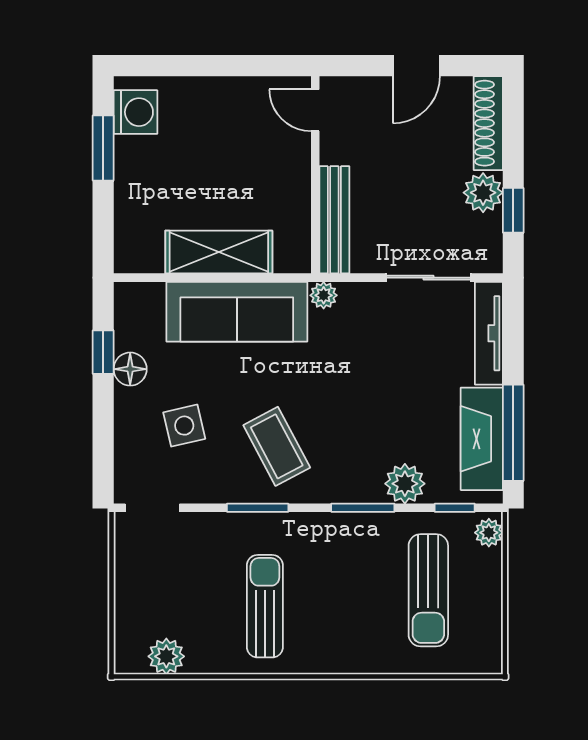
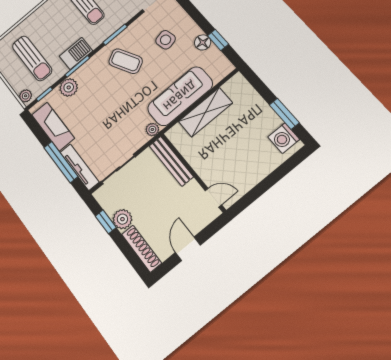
window: (513, 433) -> (61, 162), moved
barbecue: (348, 533) -> (76, 53), added
sun lounger: (428, 590) -> (32, 58), turned 180

